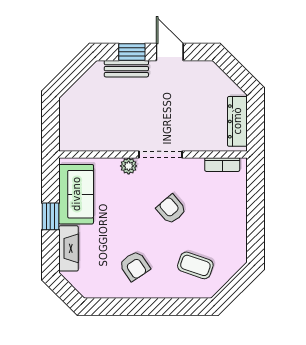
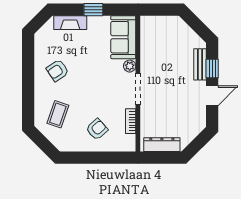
bookcase: (222, 165) -> (131, 121), moved
sofa: (76, 194) -> (123, 37), moved, turned 90
armchair: (171, 209) -> (97, 129), moved

